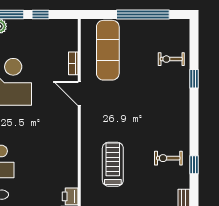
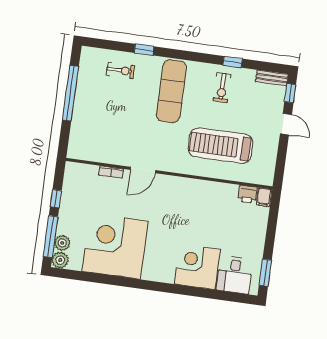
exercise mat: (108, 50) -> (171, 91), moved, turned 90
exercise bike: (171, 59) -> (121, 70), turned -90
treadmill: (113, 164) -> (221, 146), width x1.37, depth x1.38

